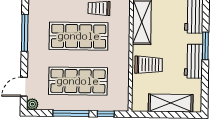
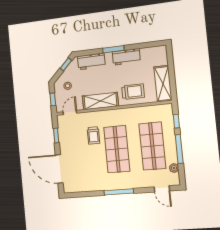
trolley: (149, 65) -> (133, 92), turned 90
shelving: (171, 103) -> (163, 84), moved
plant: (32, 104) -> (174, 168), moved

